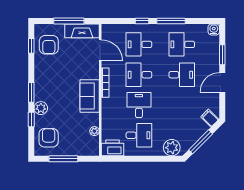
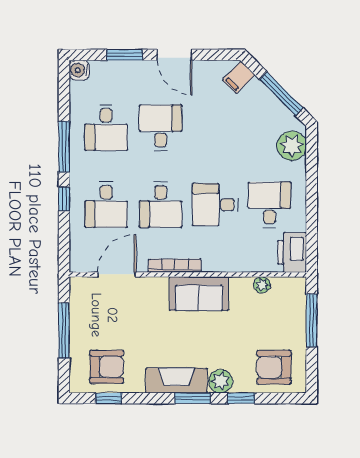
fireplace: (82, 31) -> (176, 380), moved, turned -90
window: (63, 159) -> (312, 320), moved

